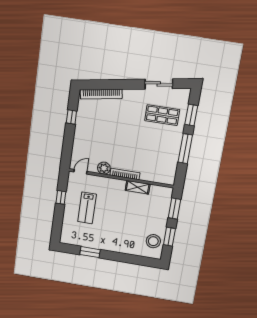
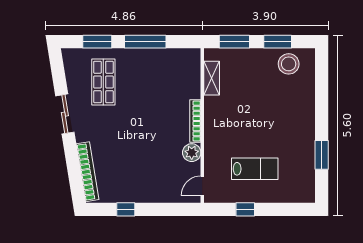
sliding door: (159, 84) -> (65, 114), moved
door: (80, 172) -> (202, 186), hinge flipped
shelving: (138, 187) -> (212, 78), moved

